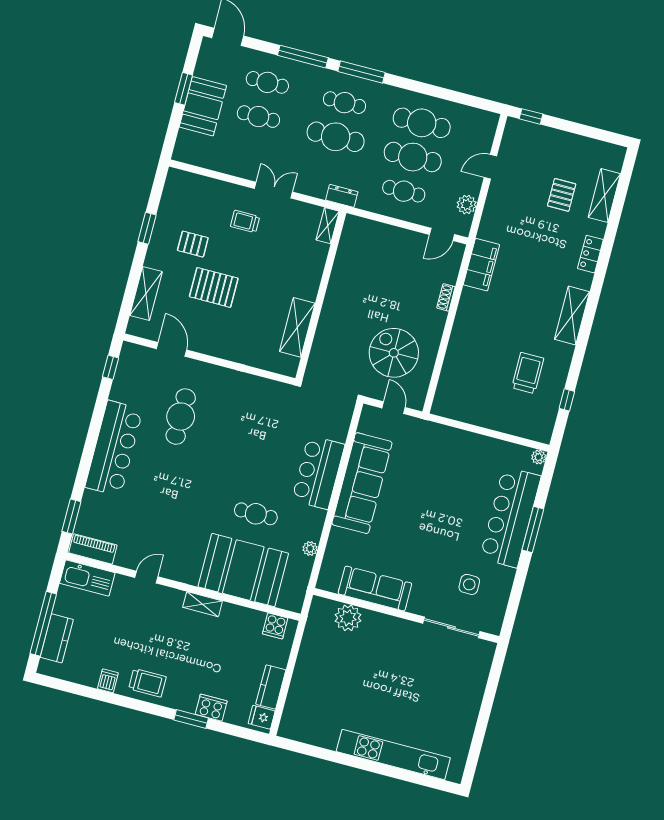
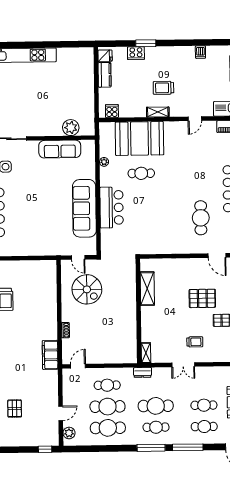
plant: (467, 205) -> (69, 433), moved
trolley: (147, 683) -> (163, 88), moved

